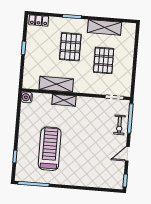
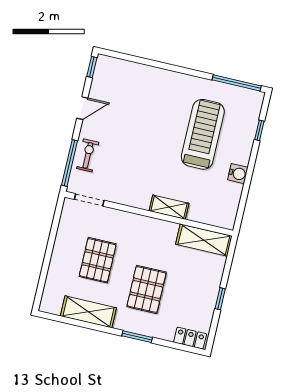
shelving: (56, 84) -> (204, 240), moved
water cooler: (27, 97) -> (238, 174), moved
treadmill: (50, 149) -> (203, 134), turned 180

